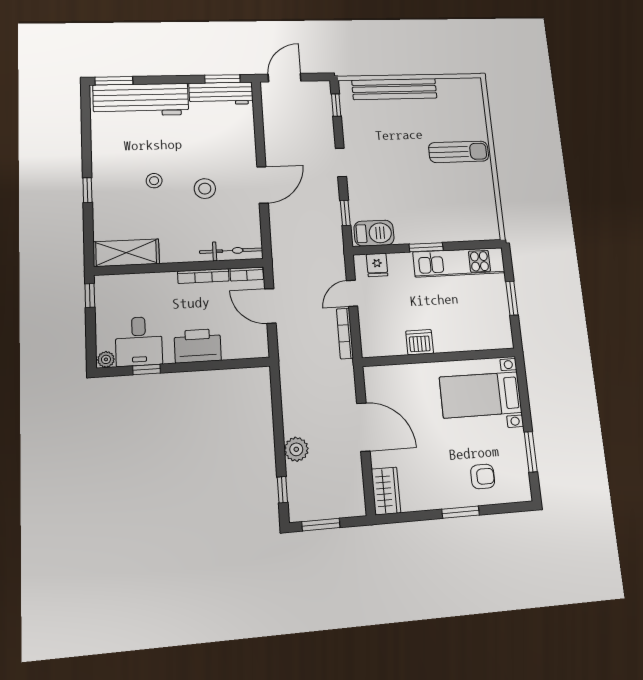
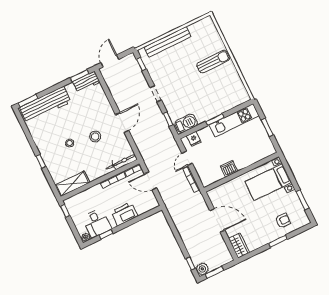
workbench: (221, 94) -> (86, 82), width x0.73
plant: (296, 449) -> (202, 269), moved

